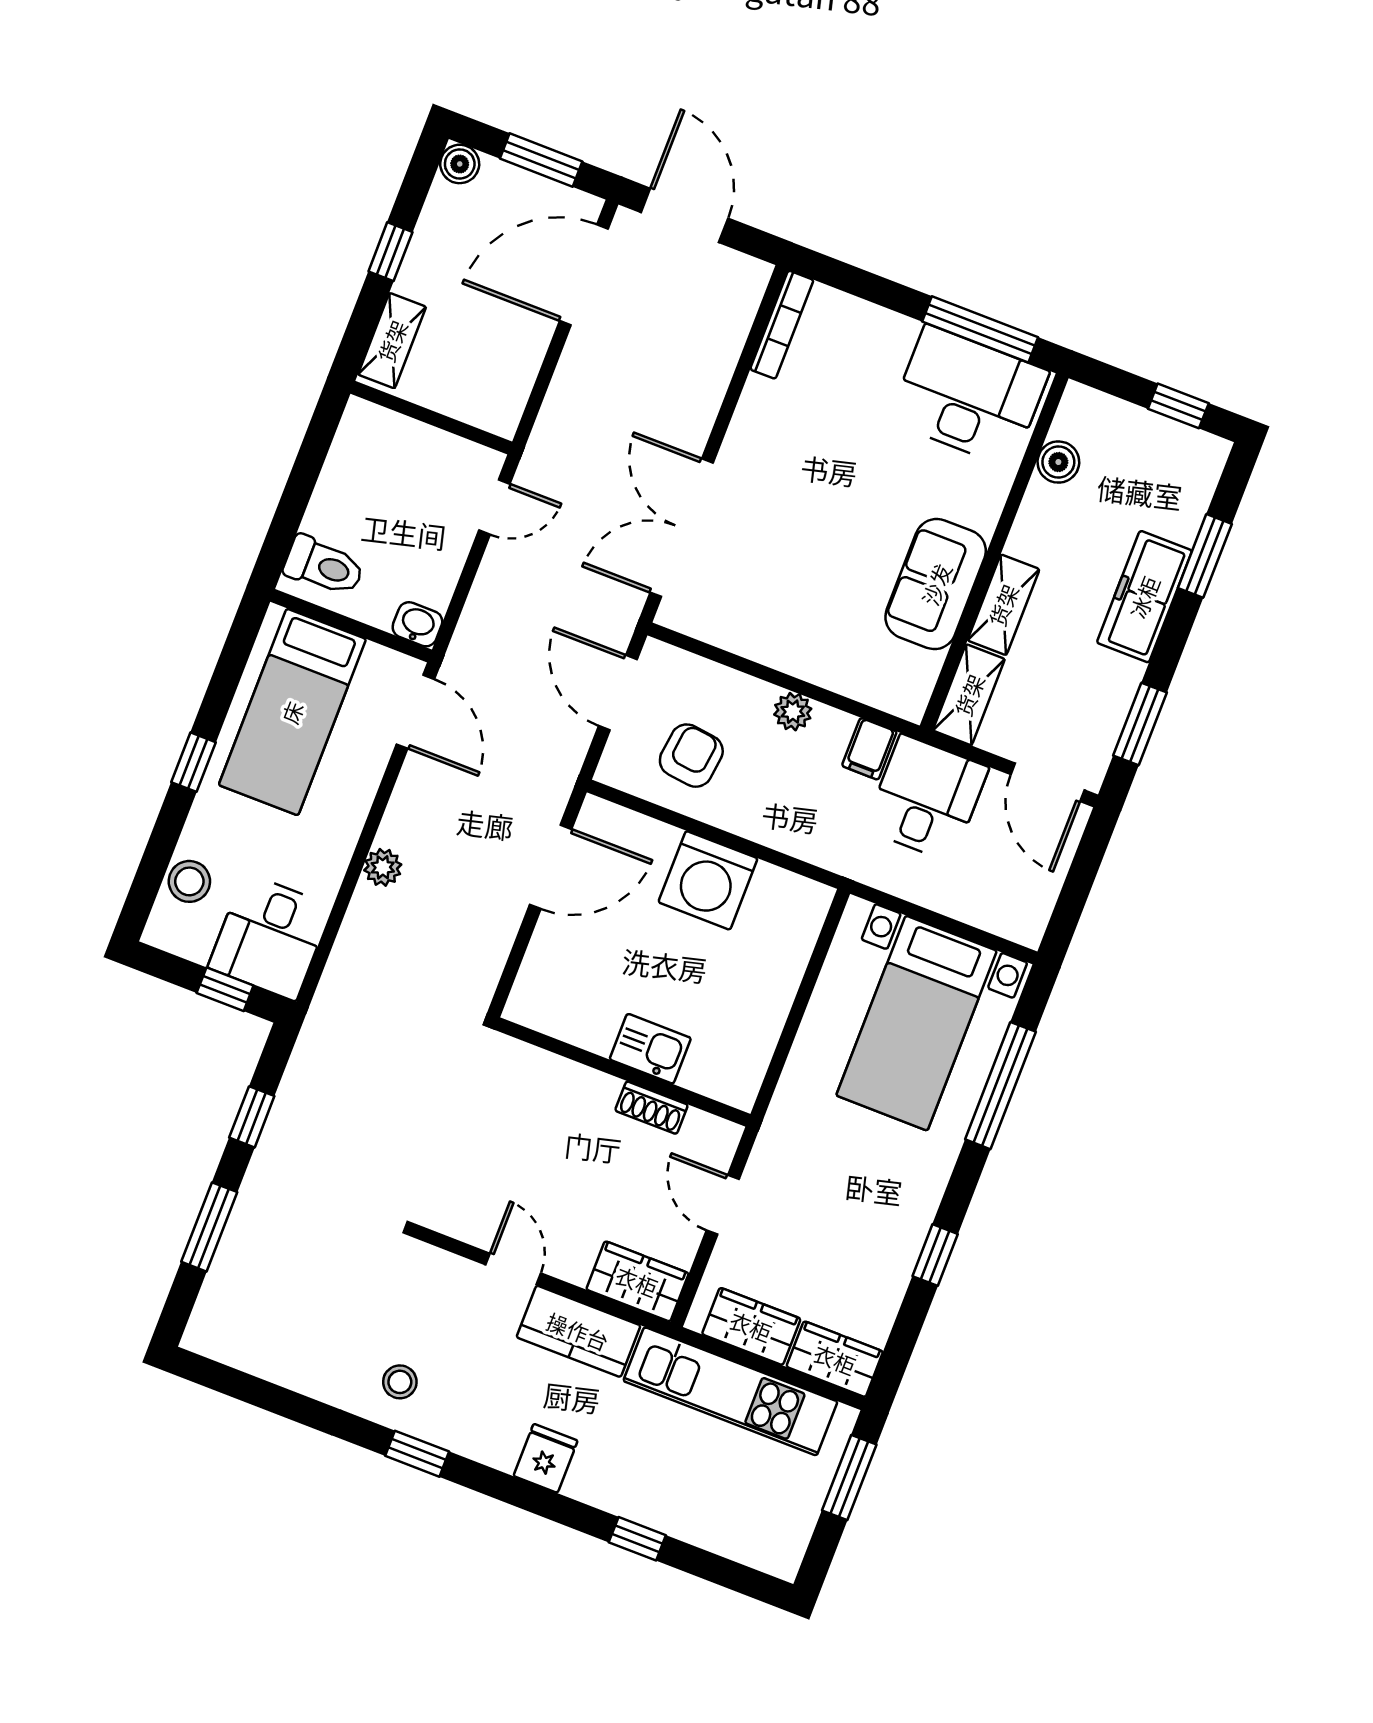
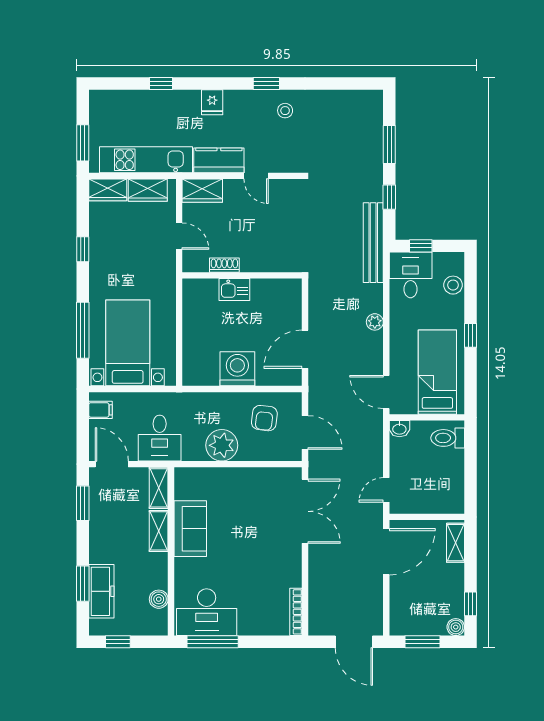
window: (390, 252) -> (470, 604), moved
door: (584, 275) -> (386, 552), moved
freezer: (1144, 597) -> (101, 591), moved
plant: (793, 712) -> (222, 445), width x1.87, depth x1.87
filing cabinet: (869, 749) -> (100, 410), moved, turned 90
bench: (322, 1035) -> (373, 243), added

